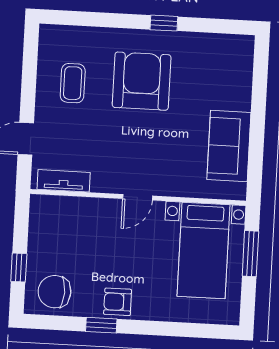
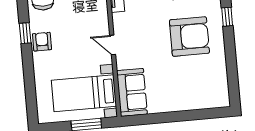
window: (164, 23) -> (227, 17), moved
sofa: (229, 146) -> (132, 92), moved, turned 90

